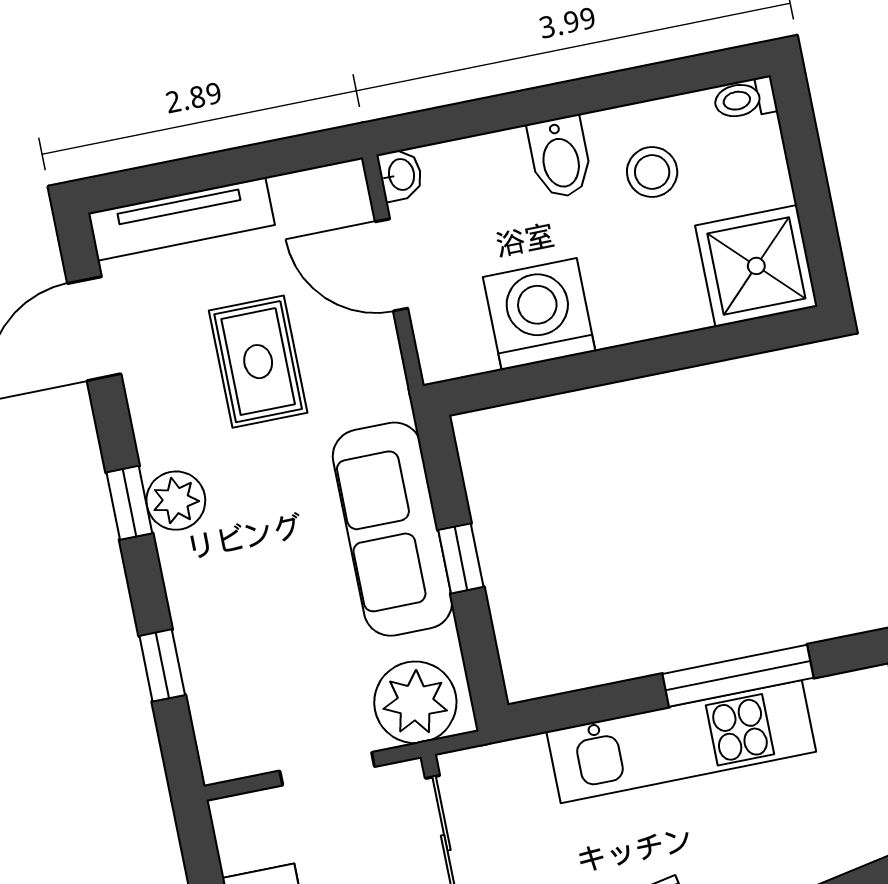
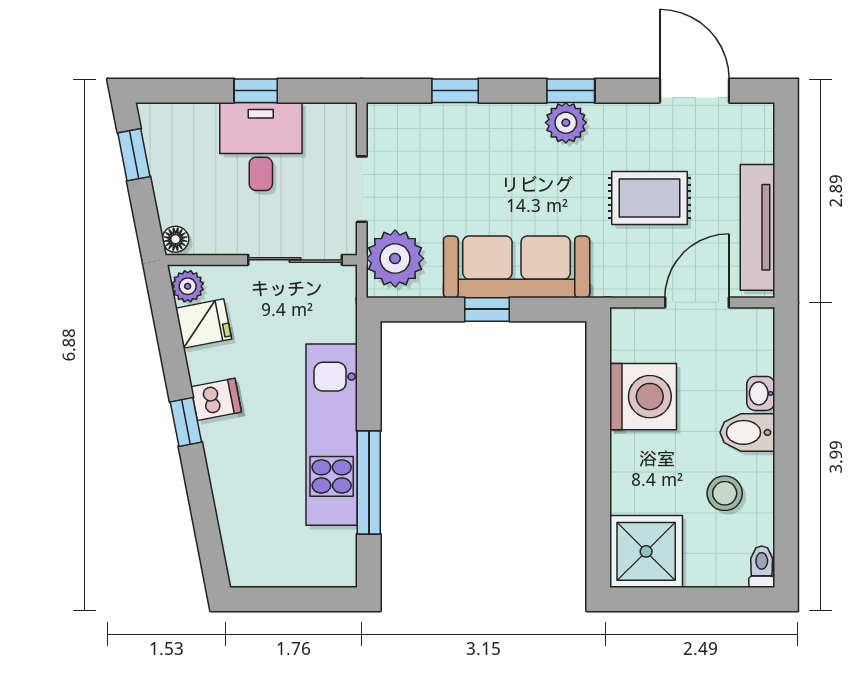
washbasin: (400, 175) -> (761, 393), moved, turned 90
tv unit: (181, 219) -> (757, 227), moved

